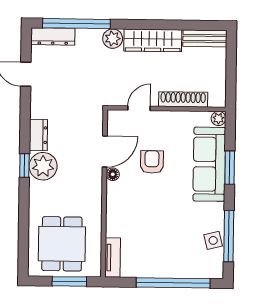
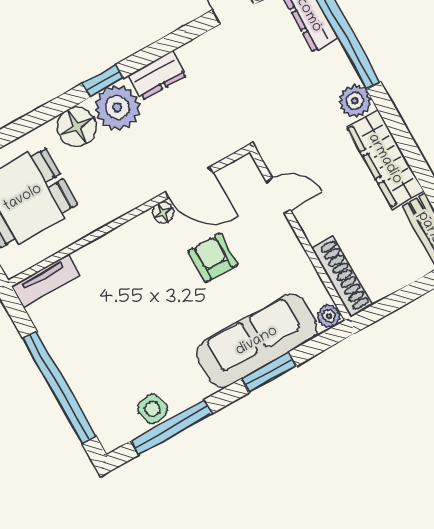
shoe rack: (183, 99) -> (342, 277), moved
armchair: (152, 162) -> (213, 258), turned -90
floor lamp: (41, 194) -> (77, 127), added

